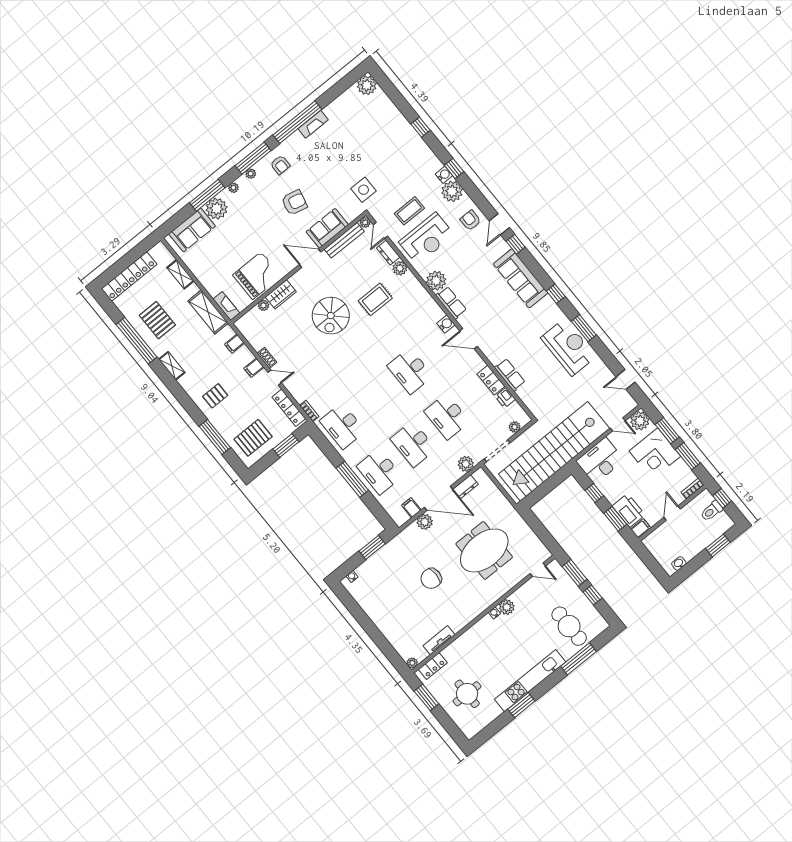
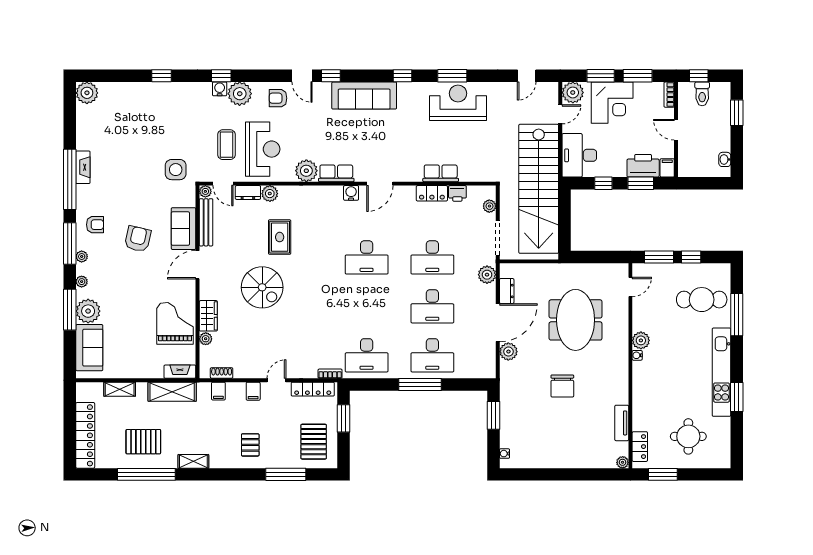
shoe rack: (267, 358) -> (222, 373), moved
filing cabinet: (411, 508) -> (487, 353), removed

